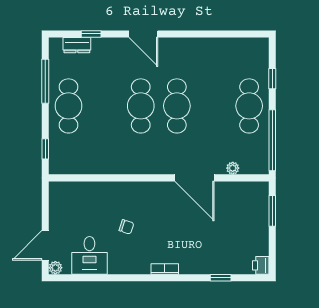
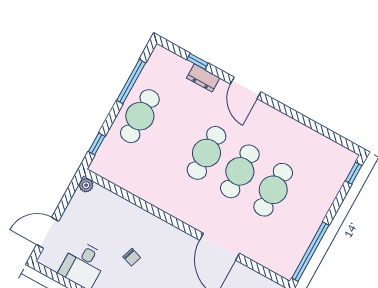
dresser: (77, 45) -> (203, 78), moved
window: (272, 79) -> (354, 173), moved
cafe table: (249, 106) -> (273, 190), moved
plant: (233, 168) -> (260, 257), removed
plant: (55, 268) -> (86, 185), moved

